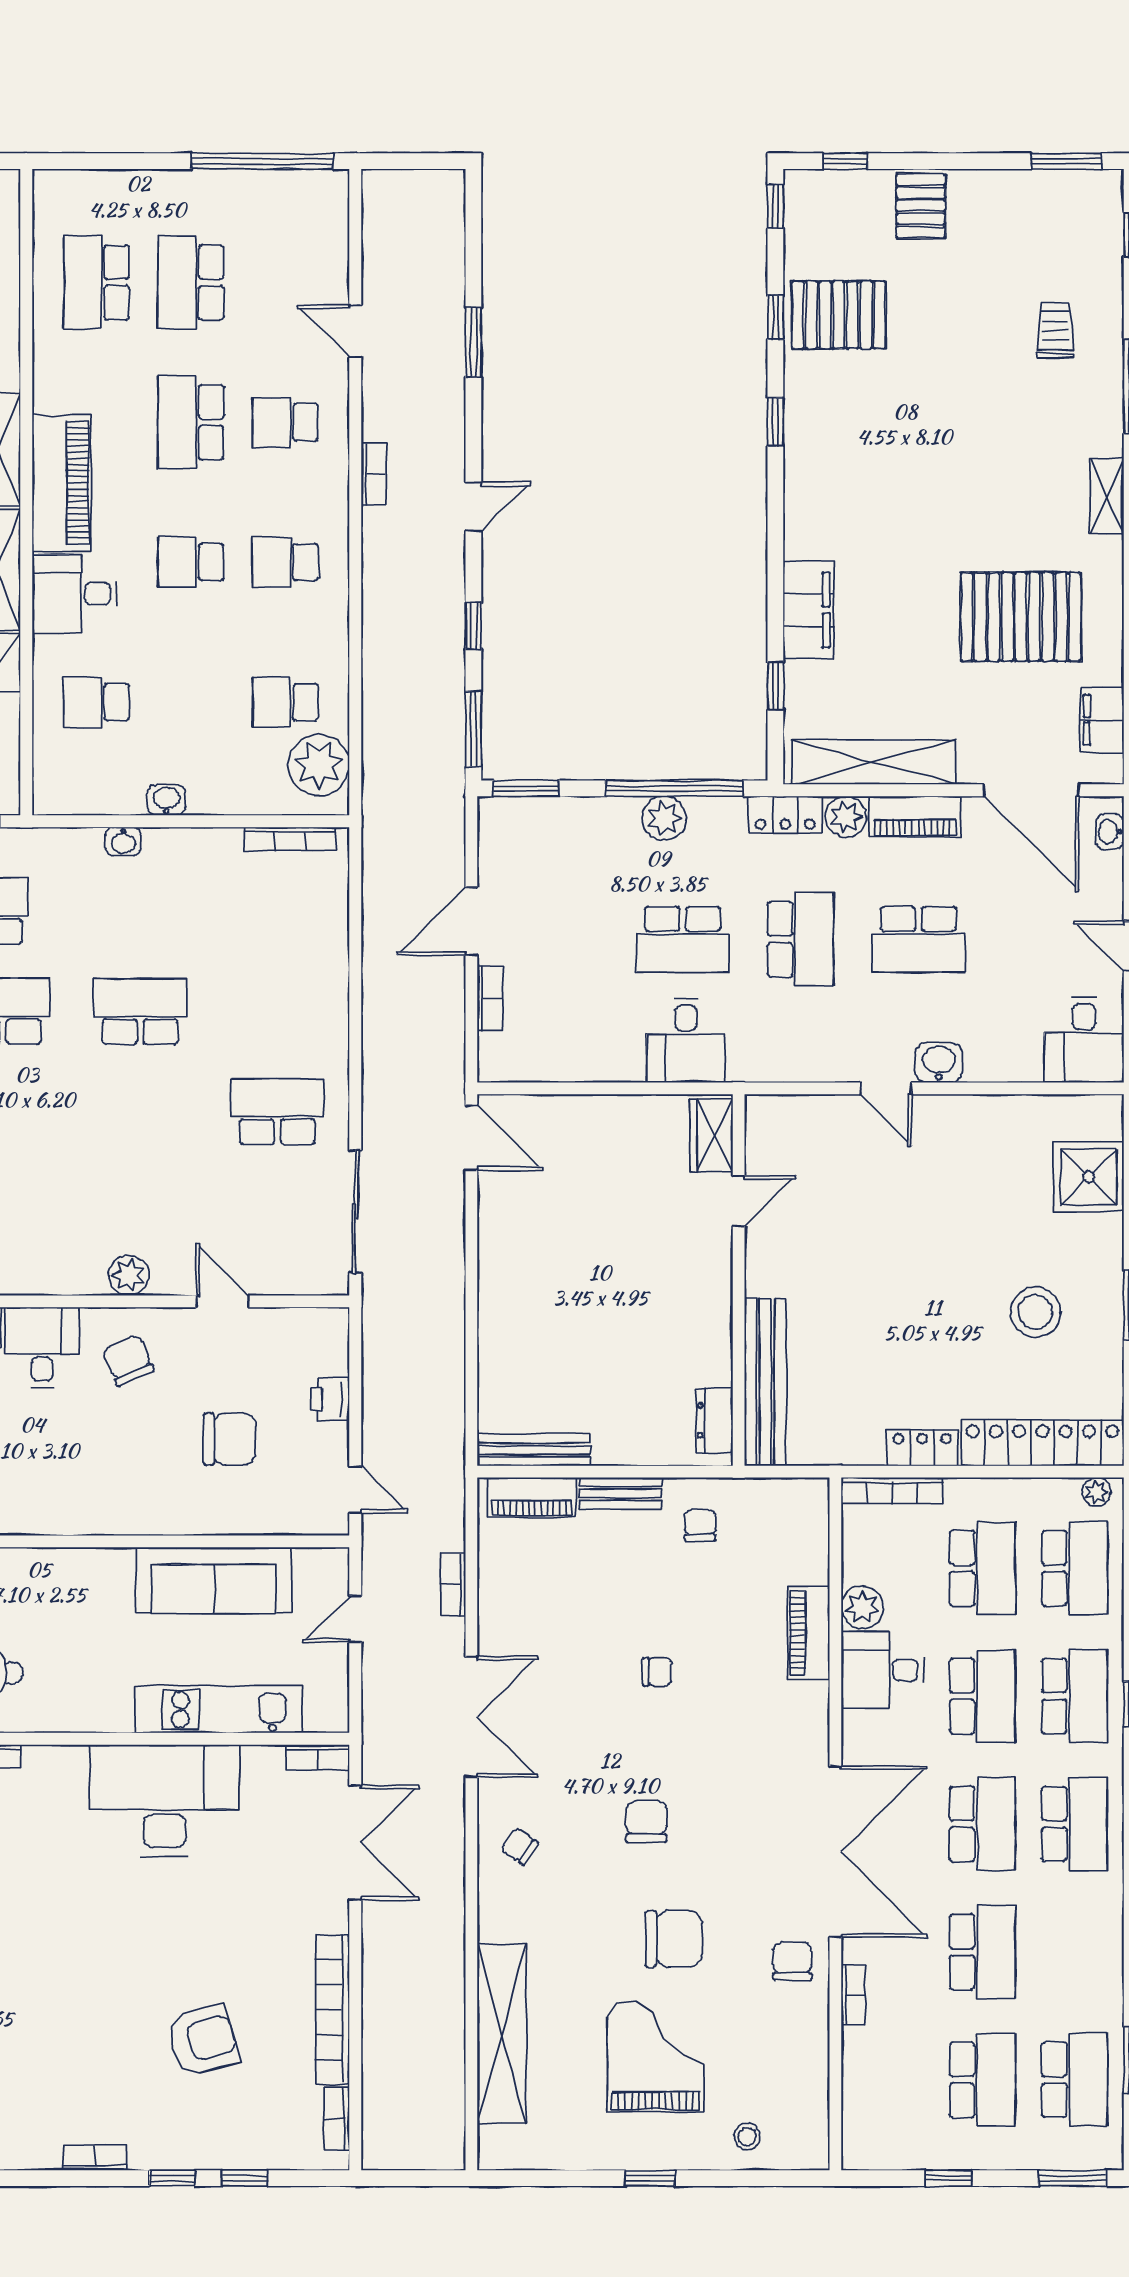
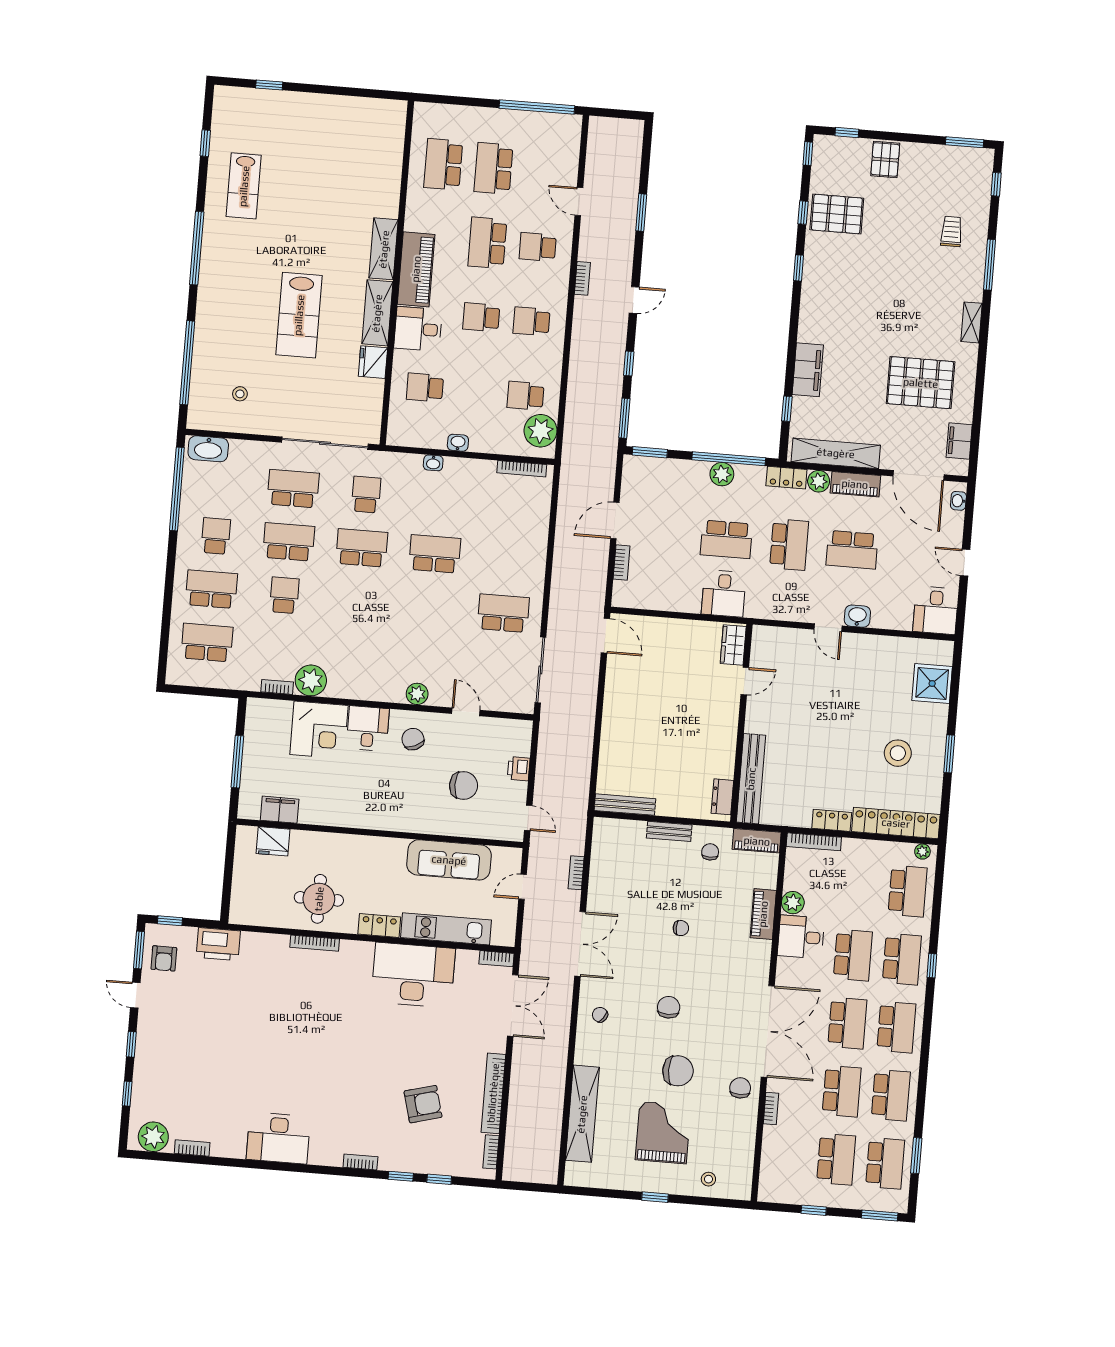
piano: (532, 1497) -> (757, 841), moved
school desk: (982, 1568) -> (891, 1095), moved
locker: (94, 1713) -> (379, 926), added

